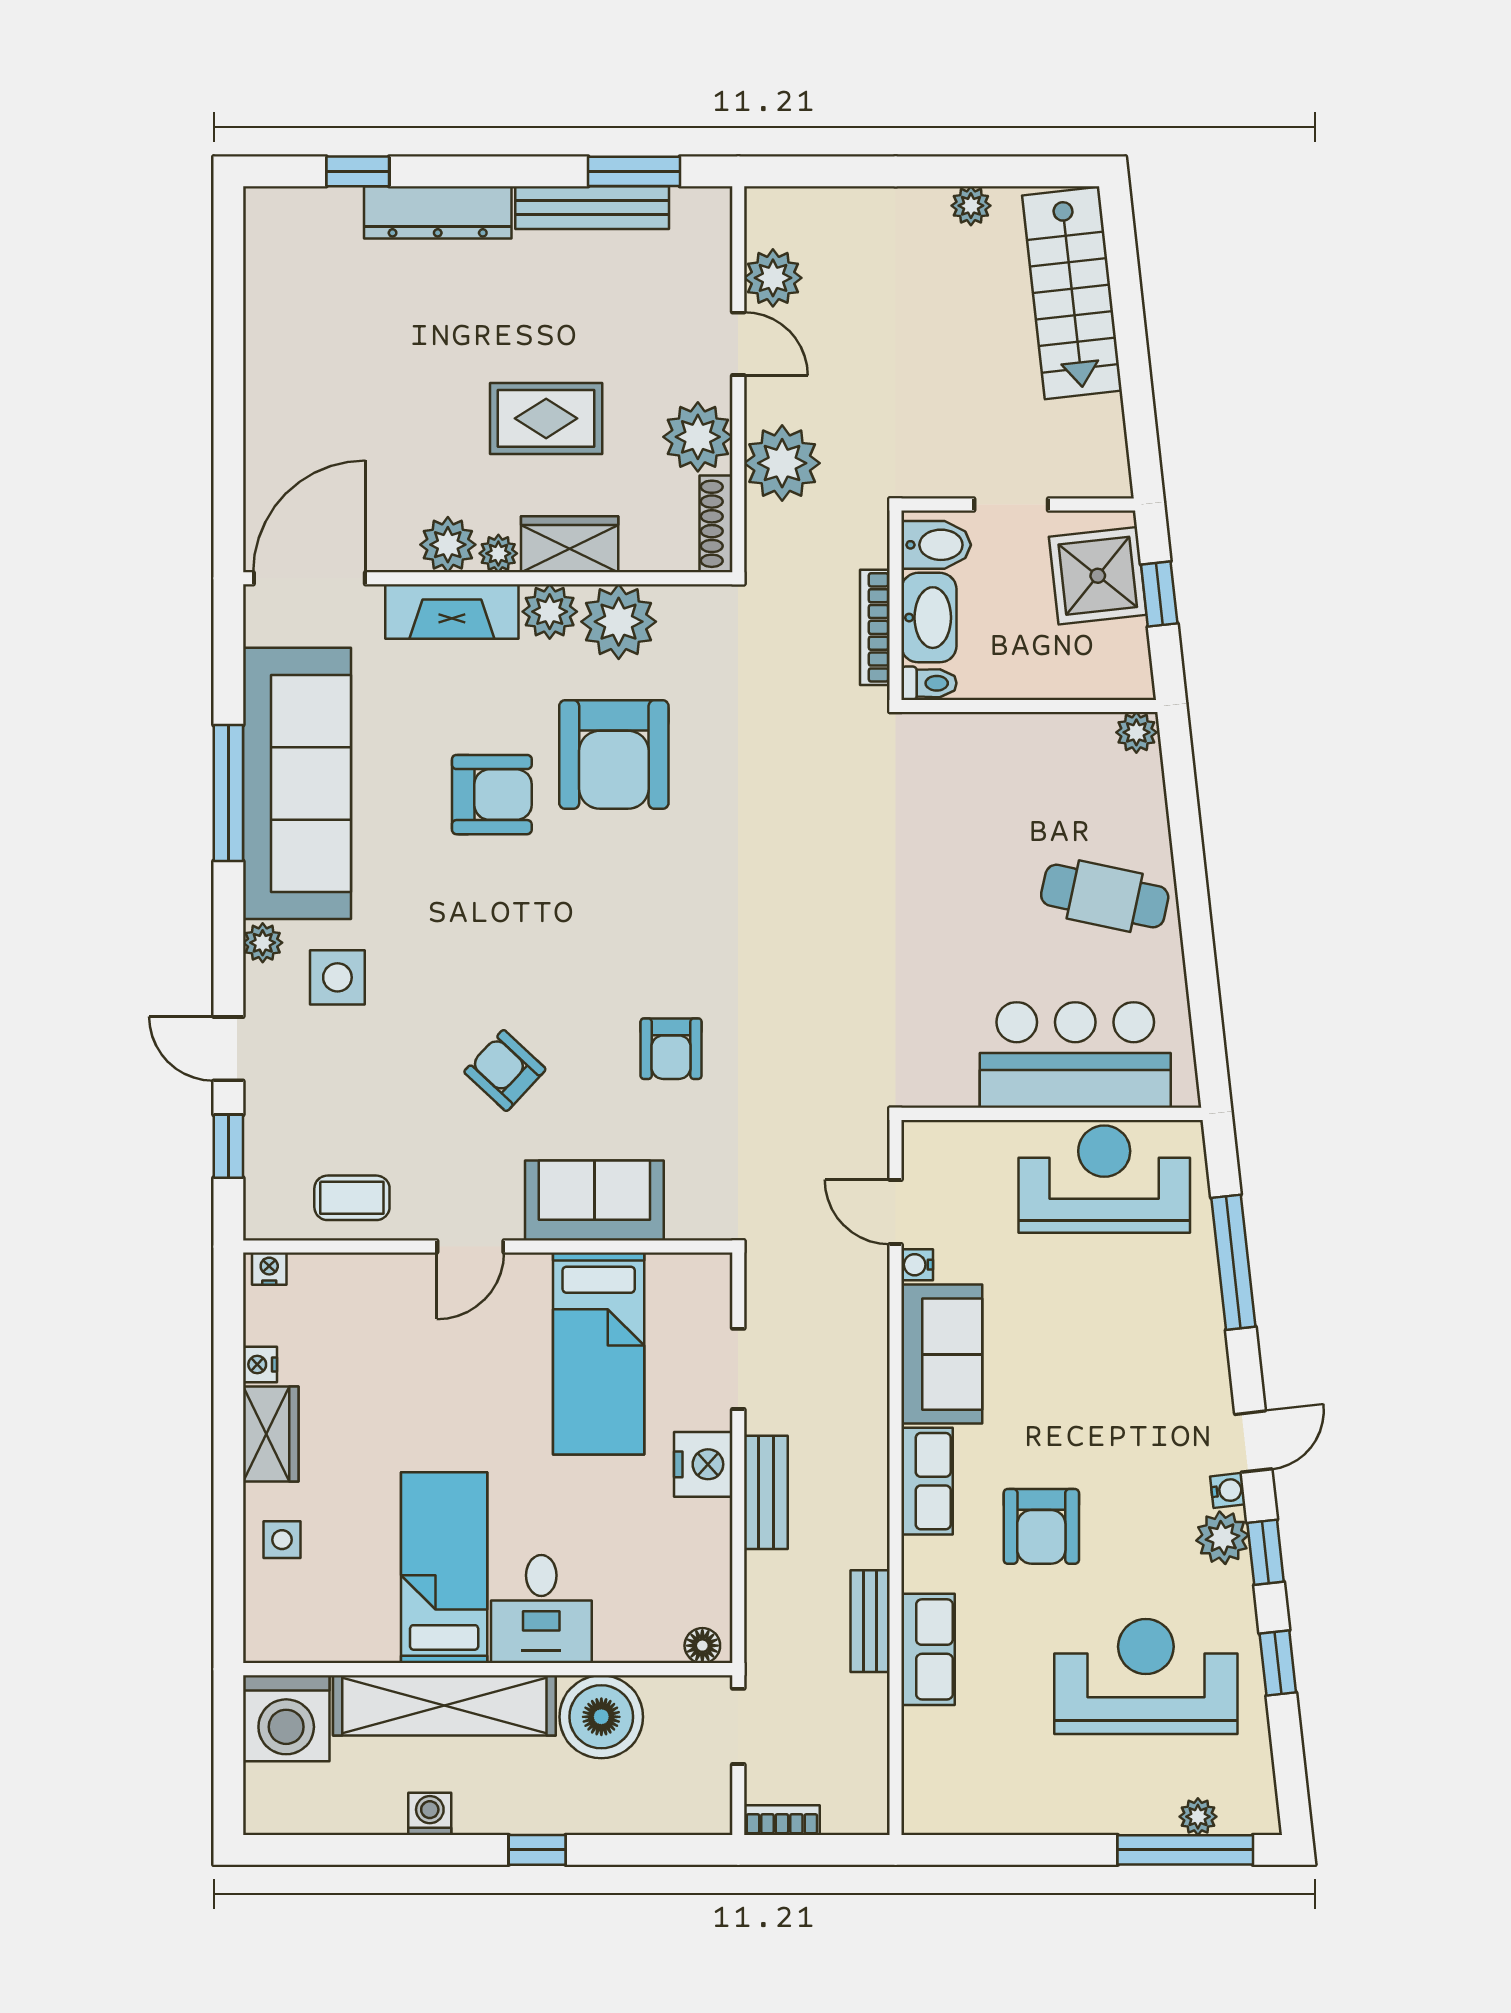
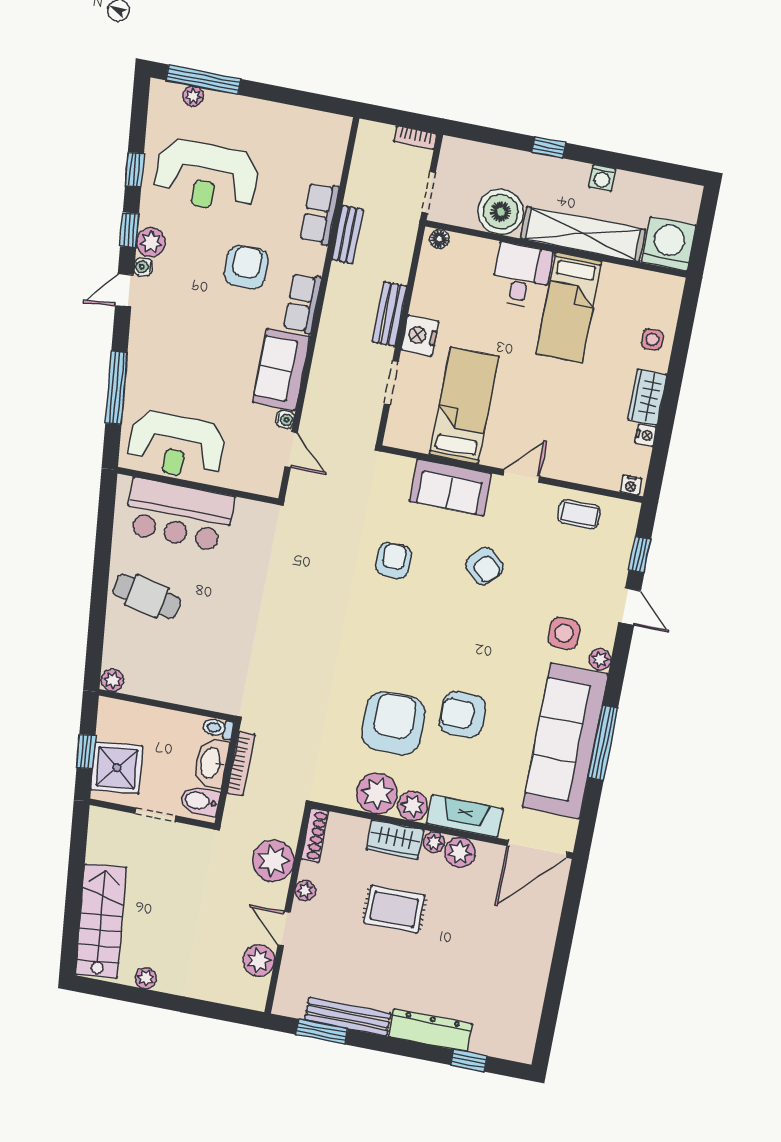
plant: (698, 437) -> (305, 890), width x0.53, depth x0.53

